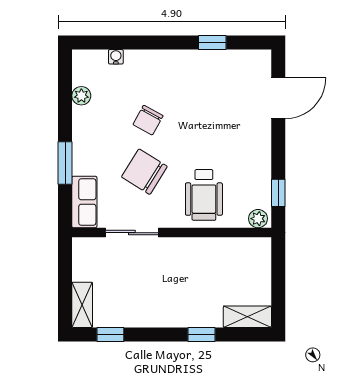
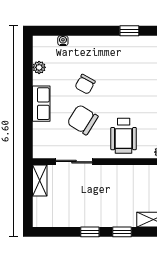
window: (65, 163) -> (28, 114), removed
row of seats: (84, 202) -> (41, 104), moved
shelving: (82, 305) -> (40, 180), moved
window: (110, 334) -> (90, 232), moved

